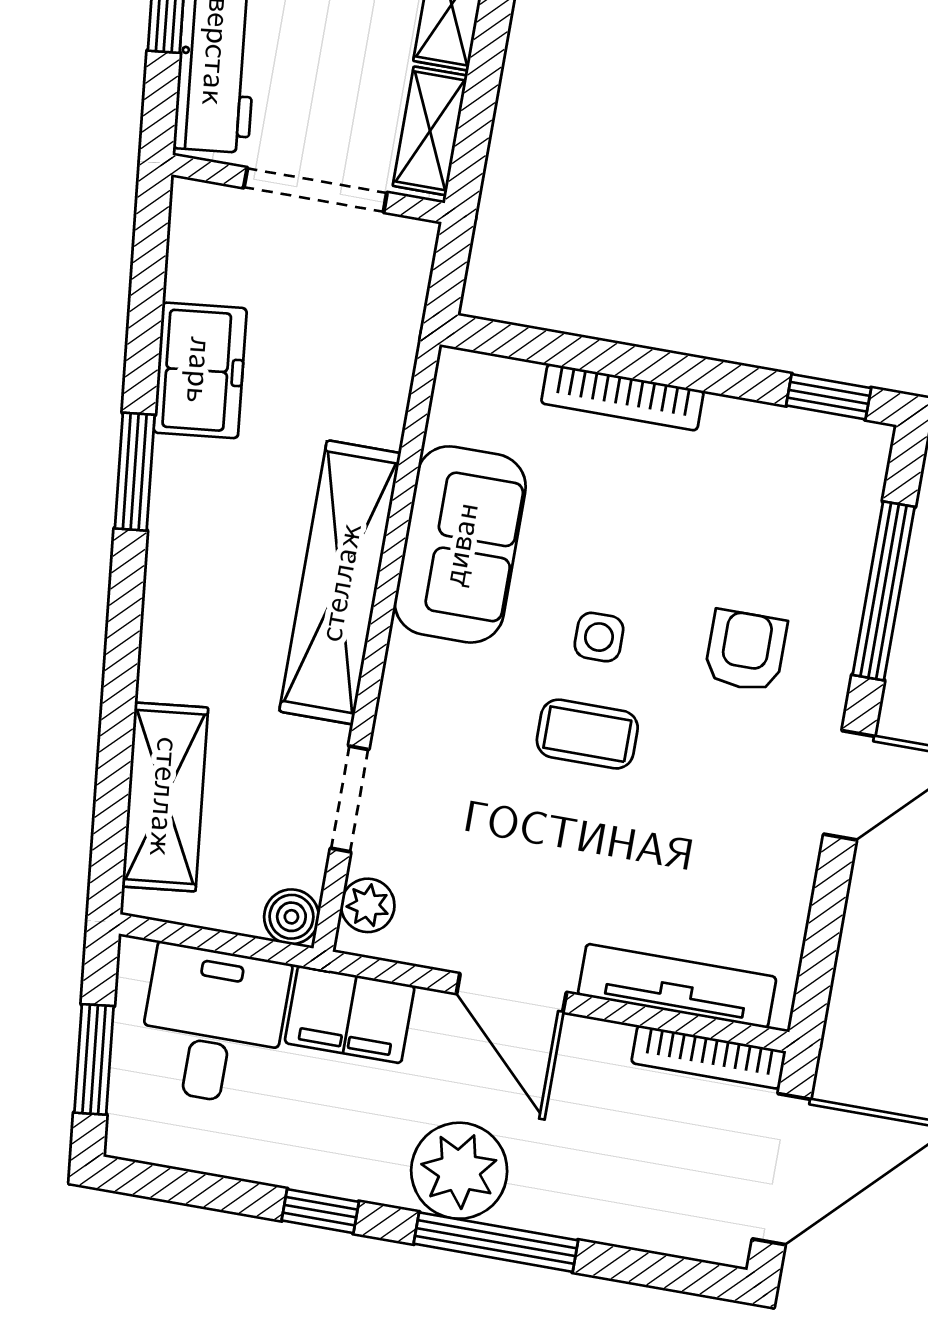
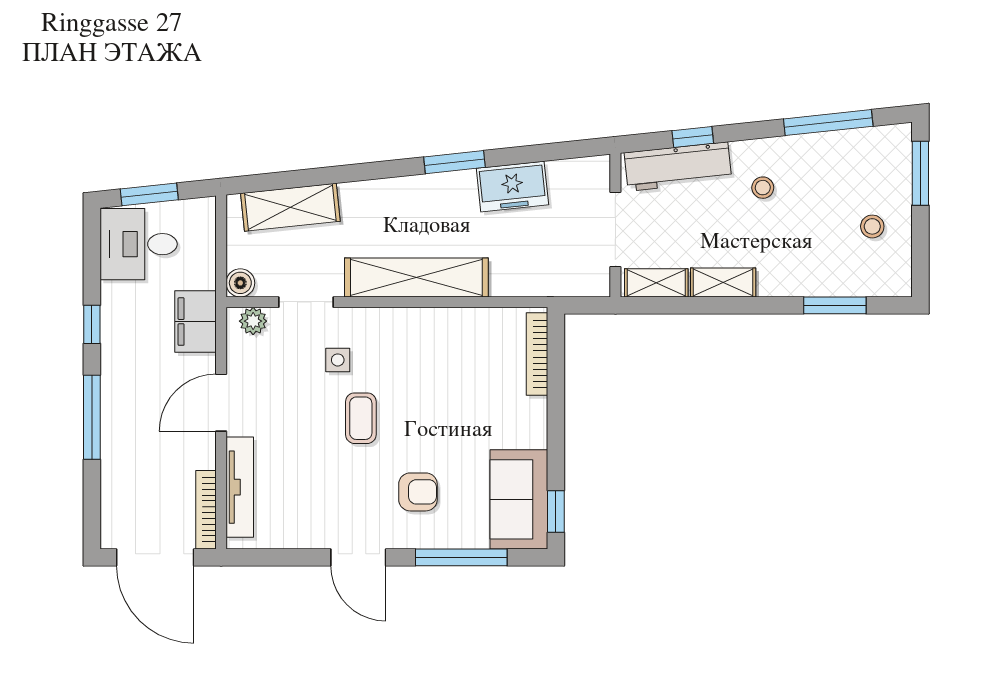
bookcase: (622, 397) -> (537, 354), moved
sofa: (460, 544) -> (519, 499), moved, turned 90
side table: (599, 637) -> (338, 360), moved
desk: (213, 1025) -> (139, 244), moved, turned 180
plant: (459, 1171) -> (125, 392), removed

